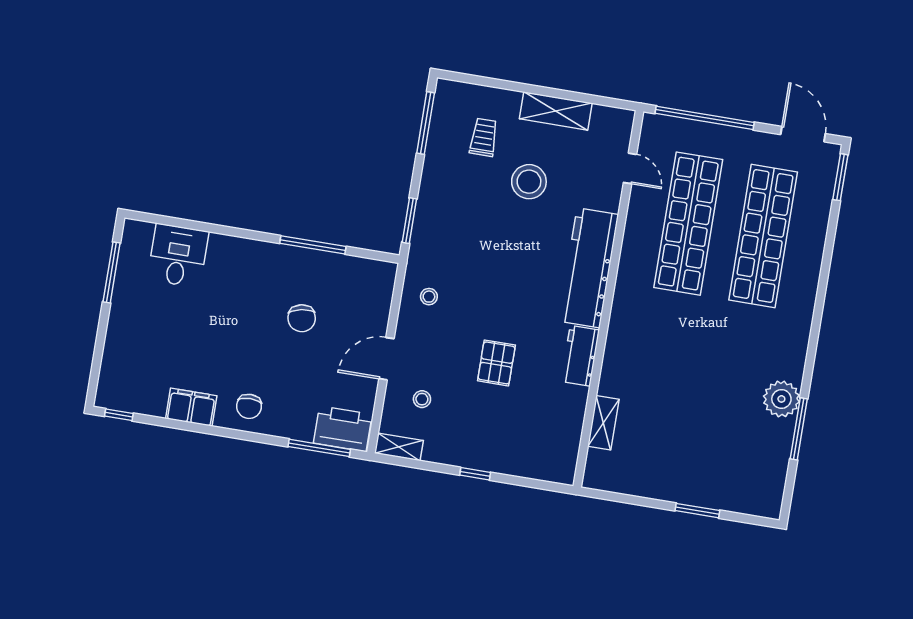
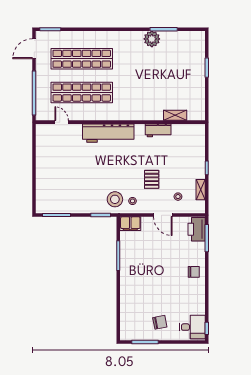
shelving: (556, 111) -> (42, 159), removed
trolley: (484, 137) -> (59, 188), removed
door: (630, 168) -> (62, 122), hinge flipped
stool: (529, 182) -> (115, 199), moved
desk: (178, 256) -> (192, 327), moved, turned 180
chair: (302, 318) -> (160, 322), moved
workbench: (580, 356) -> (158, 130), moved
pallet: (496, 363) -> (152, 179), moved, turned 90
filing cabinet: (191, 407) -> (130, 224), moved, turned -90
shelving: (399, 447) -> (201, 190), moved

